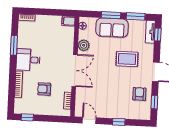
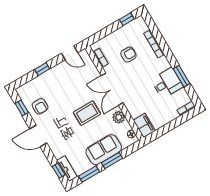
filing cabinet: (68, 21) -> (144, 126), width x2.00
rug: (127, 59) -> (87, 113), moved
desk: (28, 60) -> (167, 83), moved

